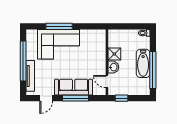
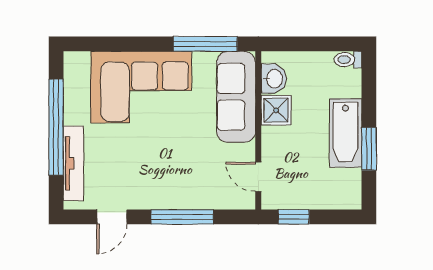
window: (59, 26) -> (205, 44), moved
washbasin: (113, 67) -> (274, 79), moved
window: (153, 70) -> (369, 149), width x0.47
sofa: (74, 87) -> (236, 97), moved, turned -90

